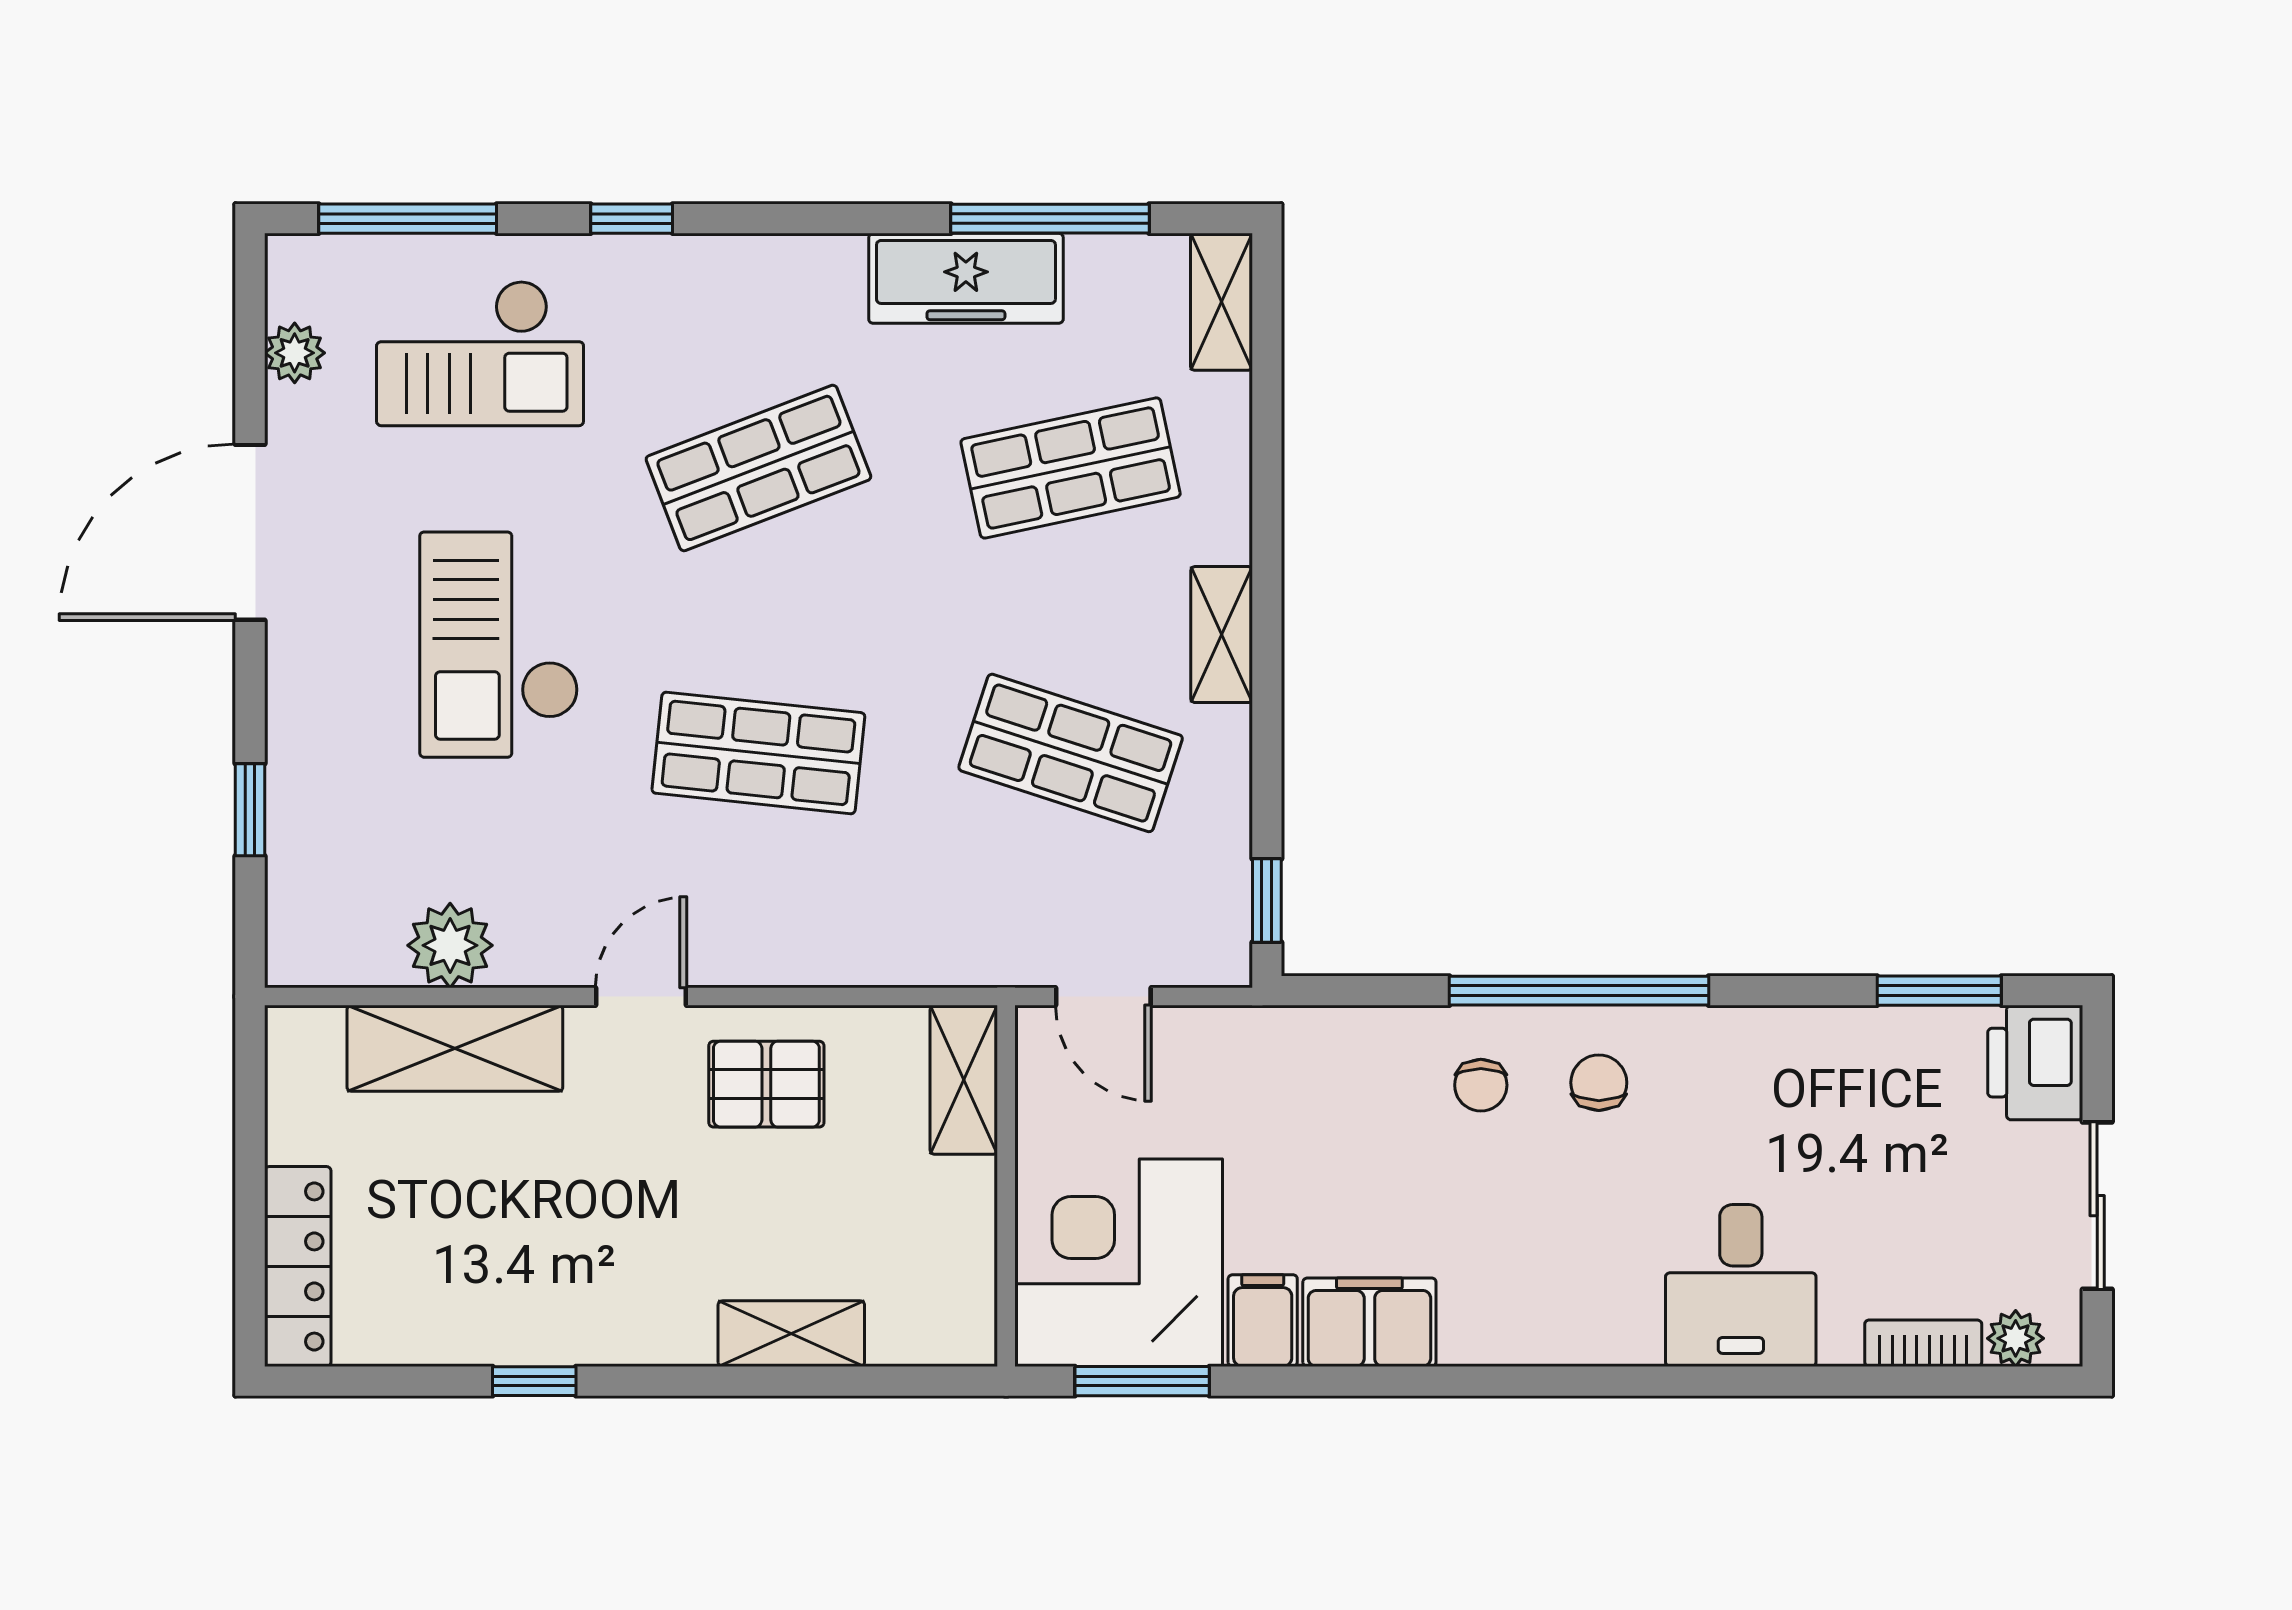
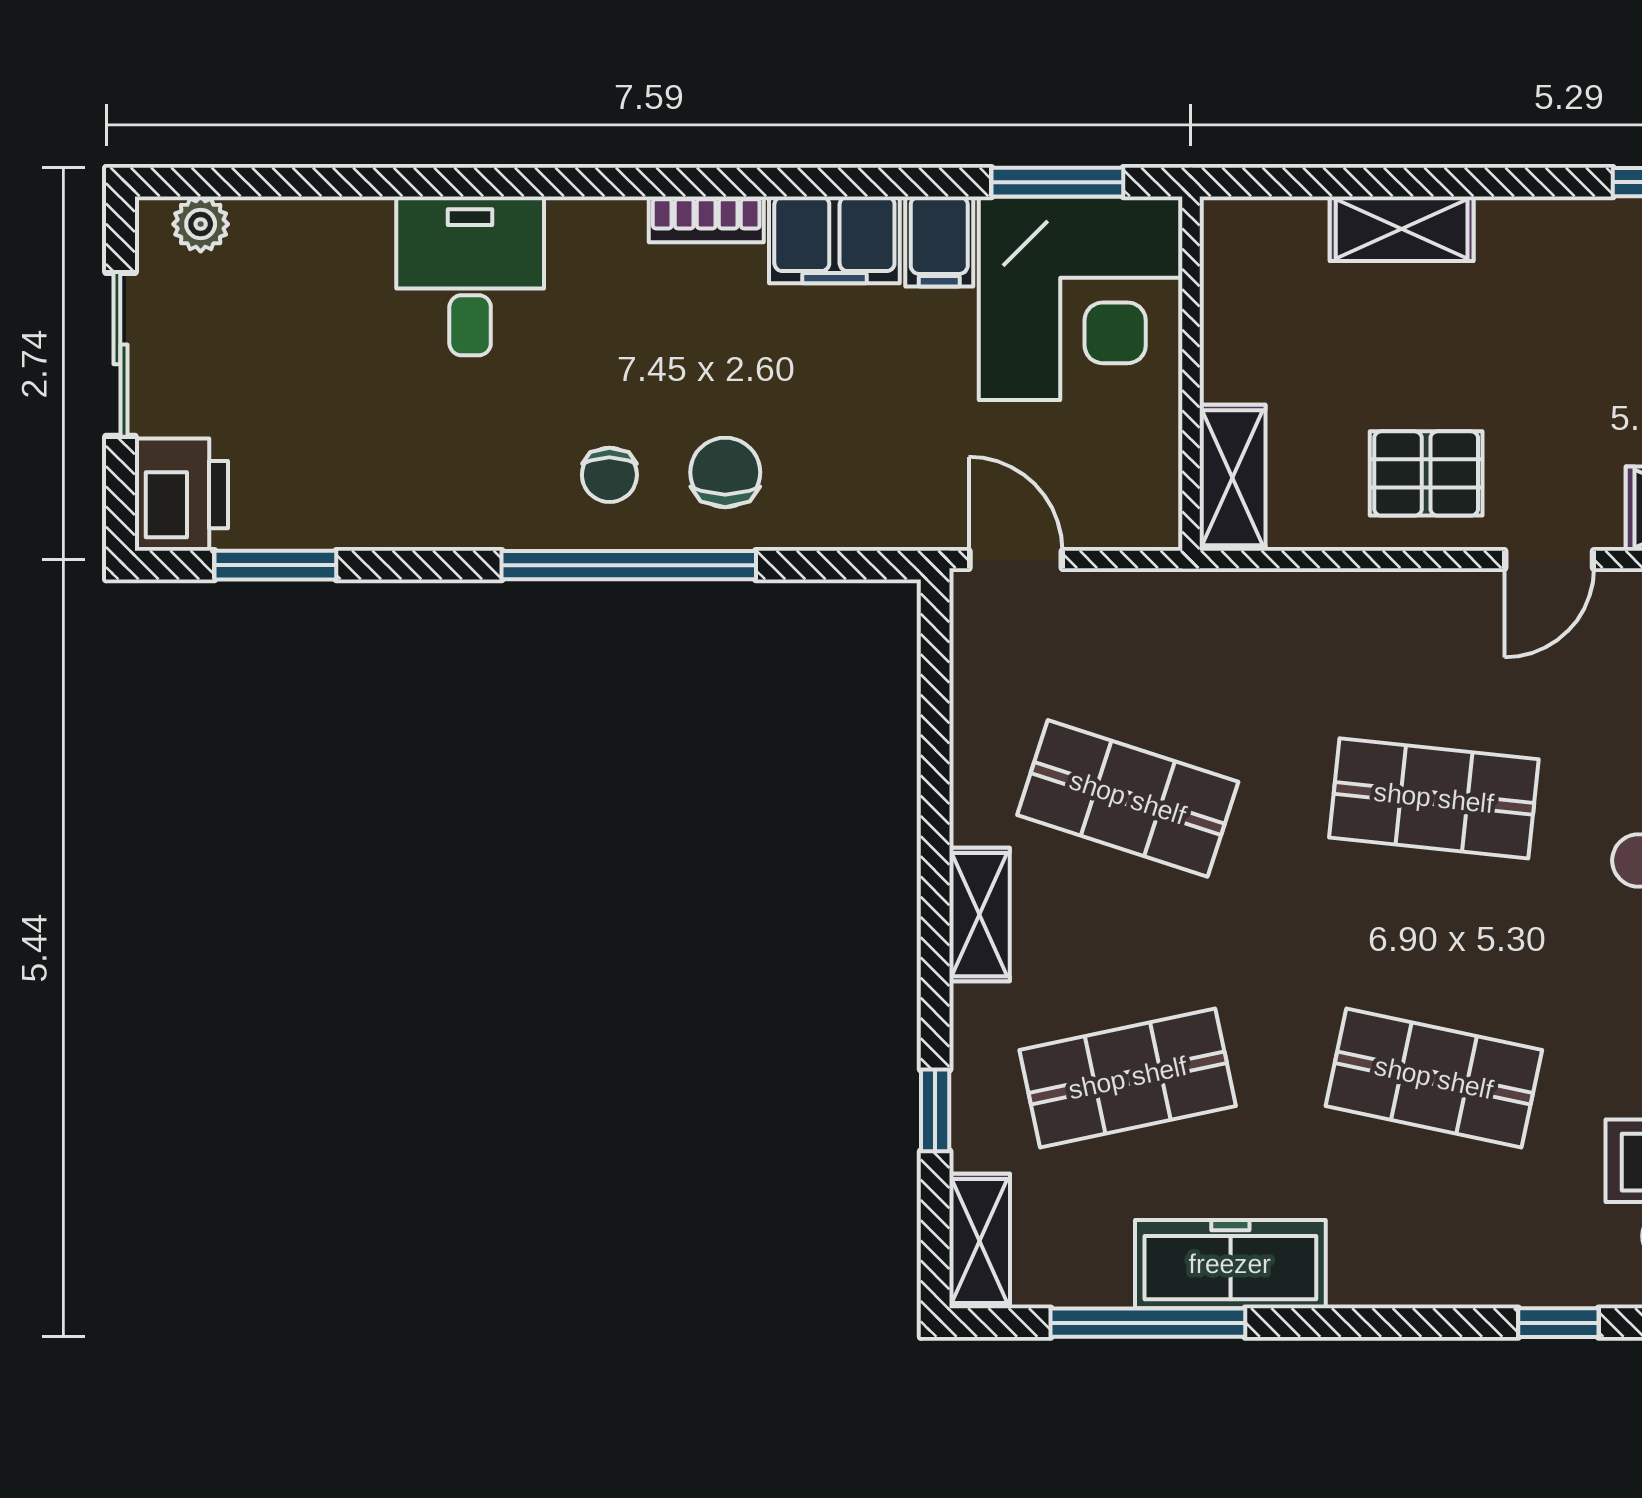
shop shelf: (758, 468) -> (1434, 1078), turned 33
window: (1267, 900) -> (935, 1110), moved
door: (1103, 997) -> (1016, 559), moved
chair: (1481, 1085) -> (725, 472), width x1.37, depth x1.37
bookcase: (1923, 1343) -> (706, 219), moved

